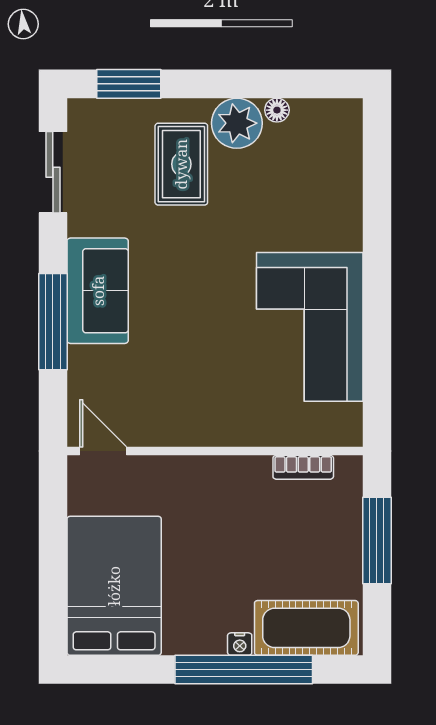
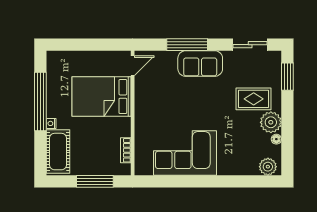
plant: (342, 130) -> (268, 167), added
bed: (114, 586) -> (101, 97), moved, turned 180
window: (244, 670) -> (40, 101), moved

